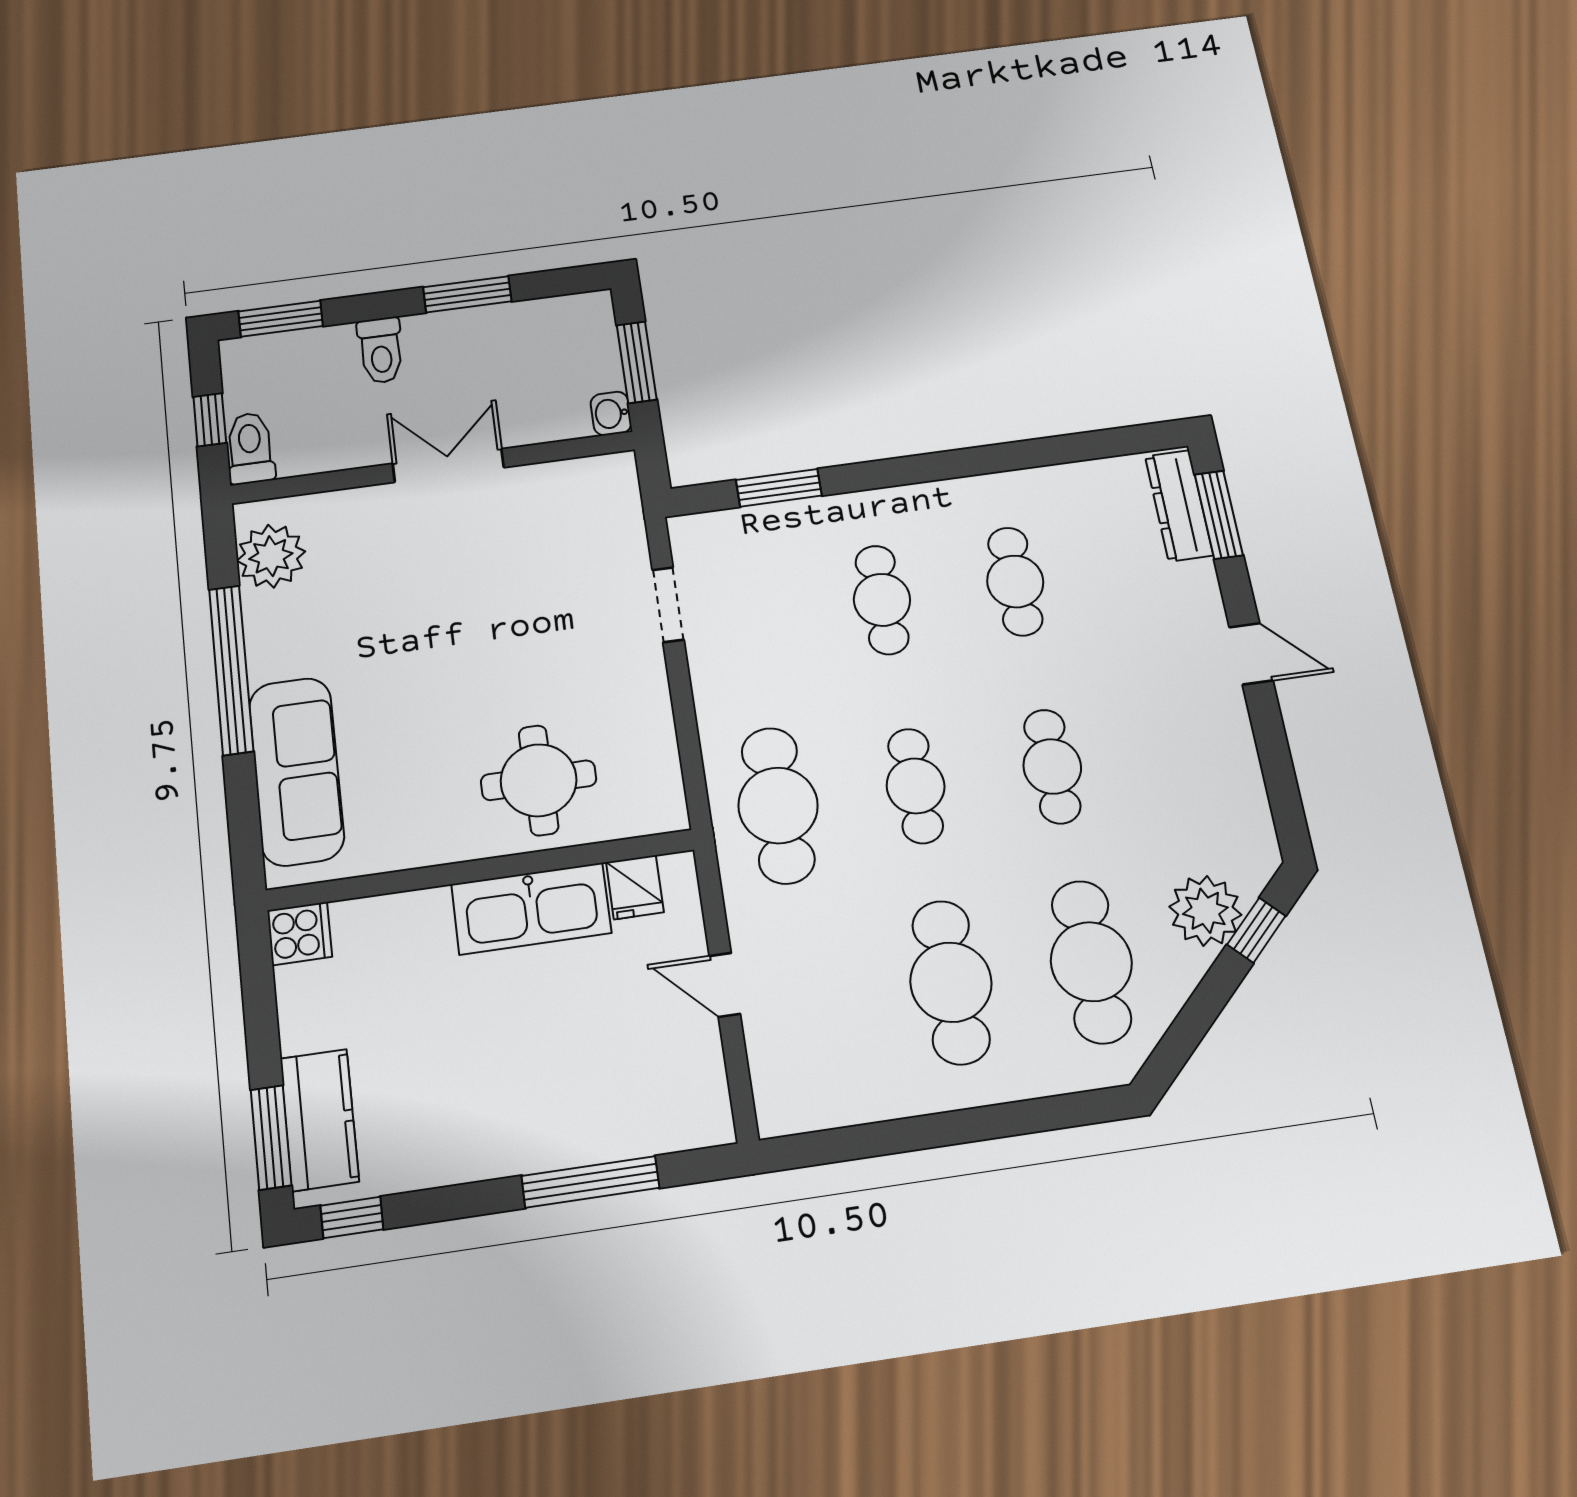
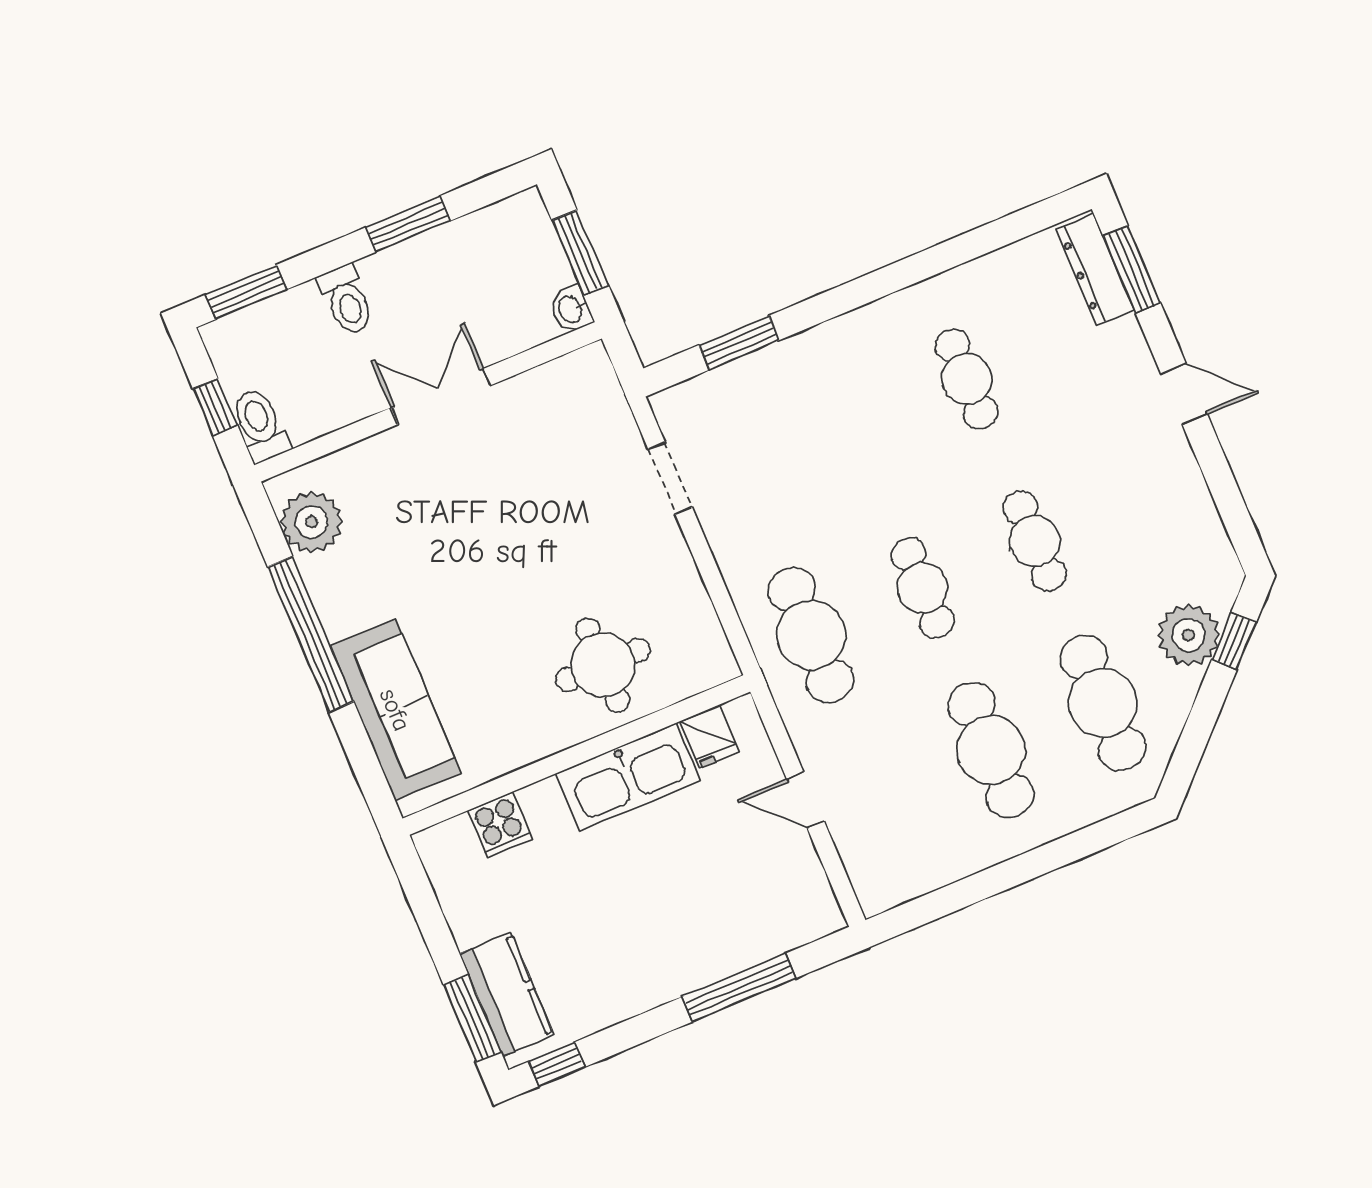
cafe table: (882, 600) -> (855, 426), removed
cooker: (300, 934) -> (500, 825), moved, turned 90

